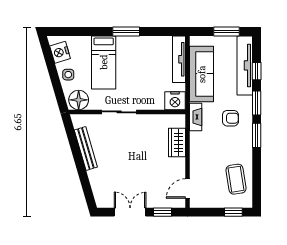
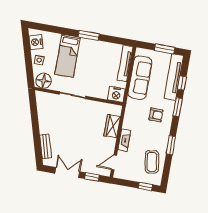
fireplace: (196, 117) -> (124, 140), moved
window: (257, 135) -> (171, 145), moved
bench: (86, 149) -> (46, 146), moved, width x0.73

